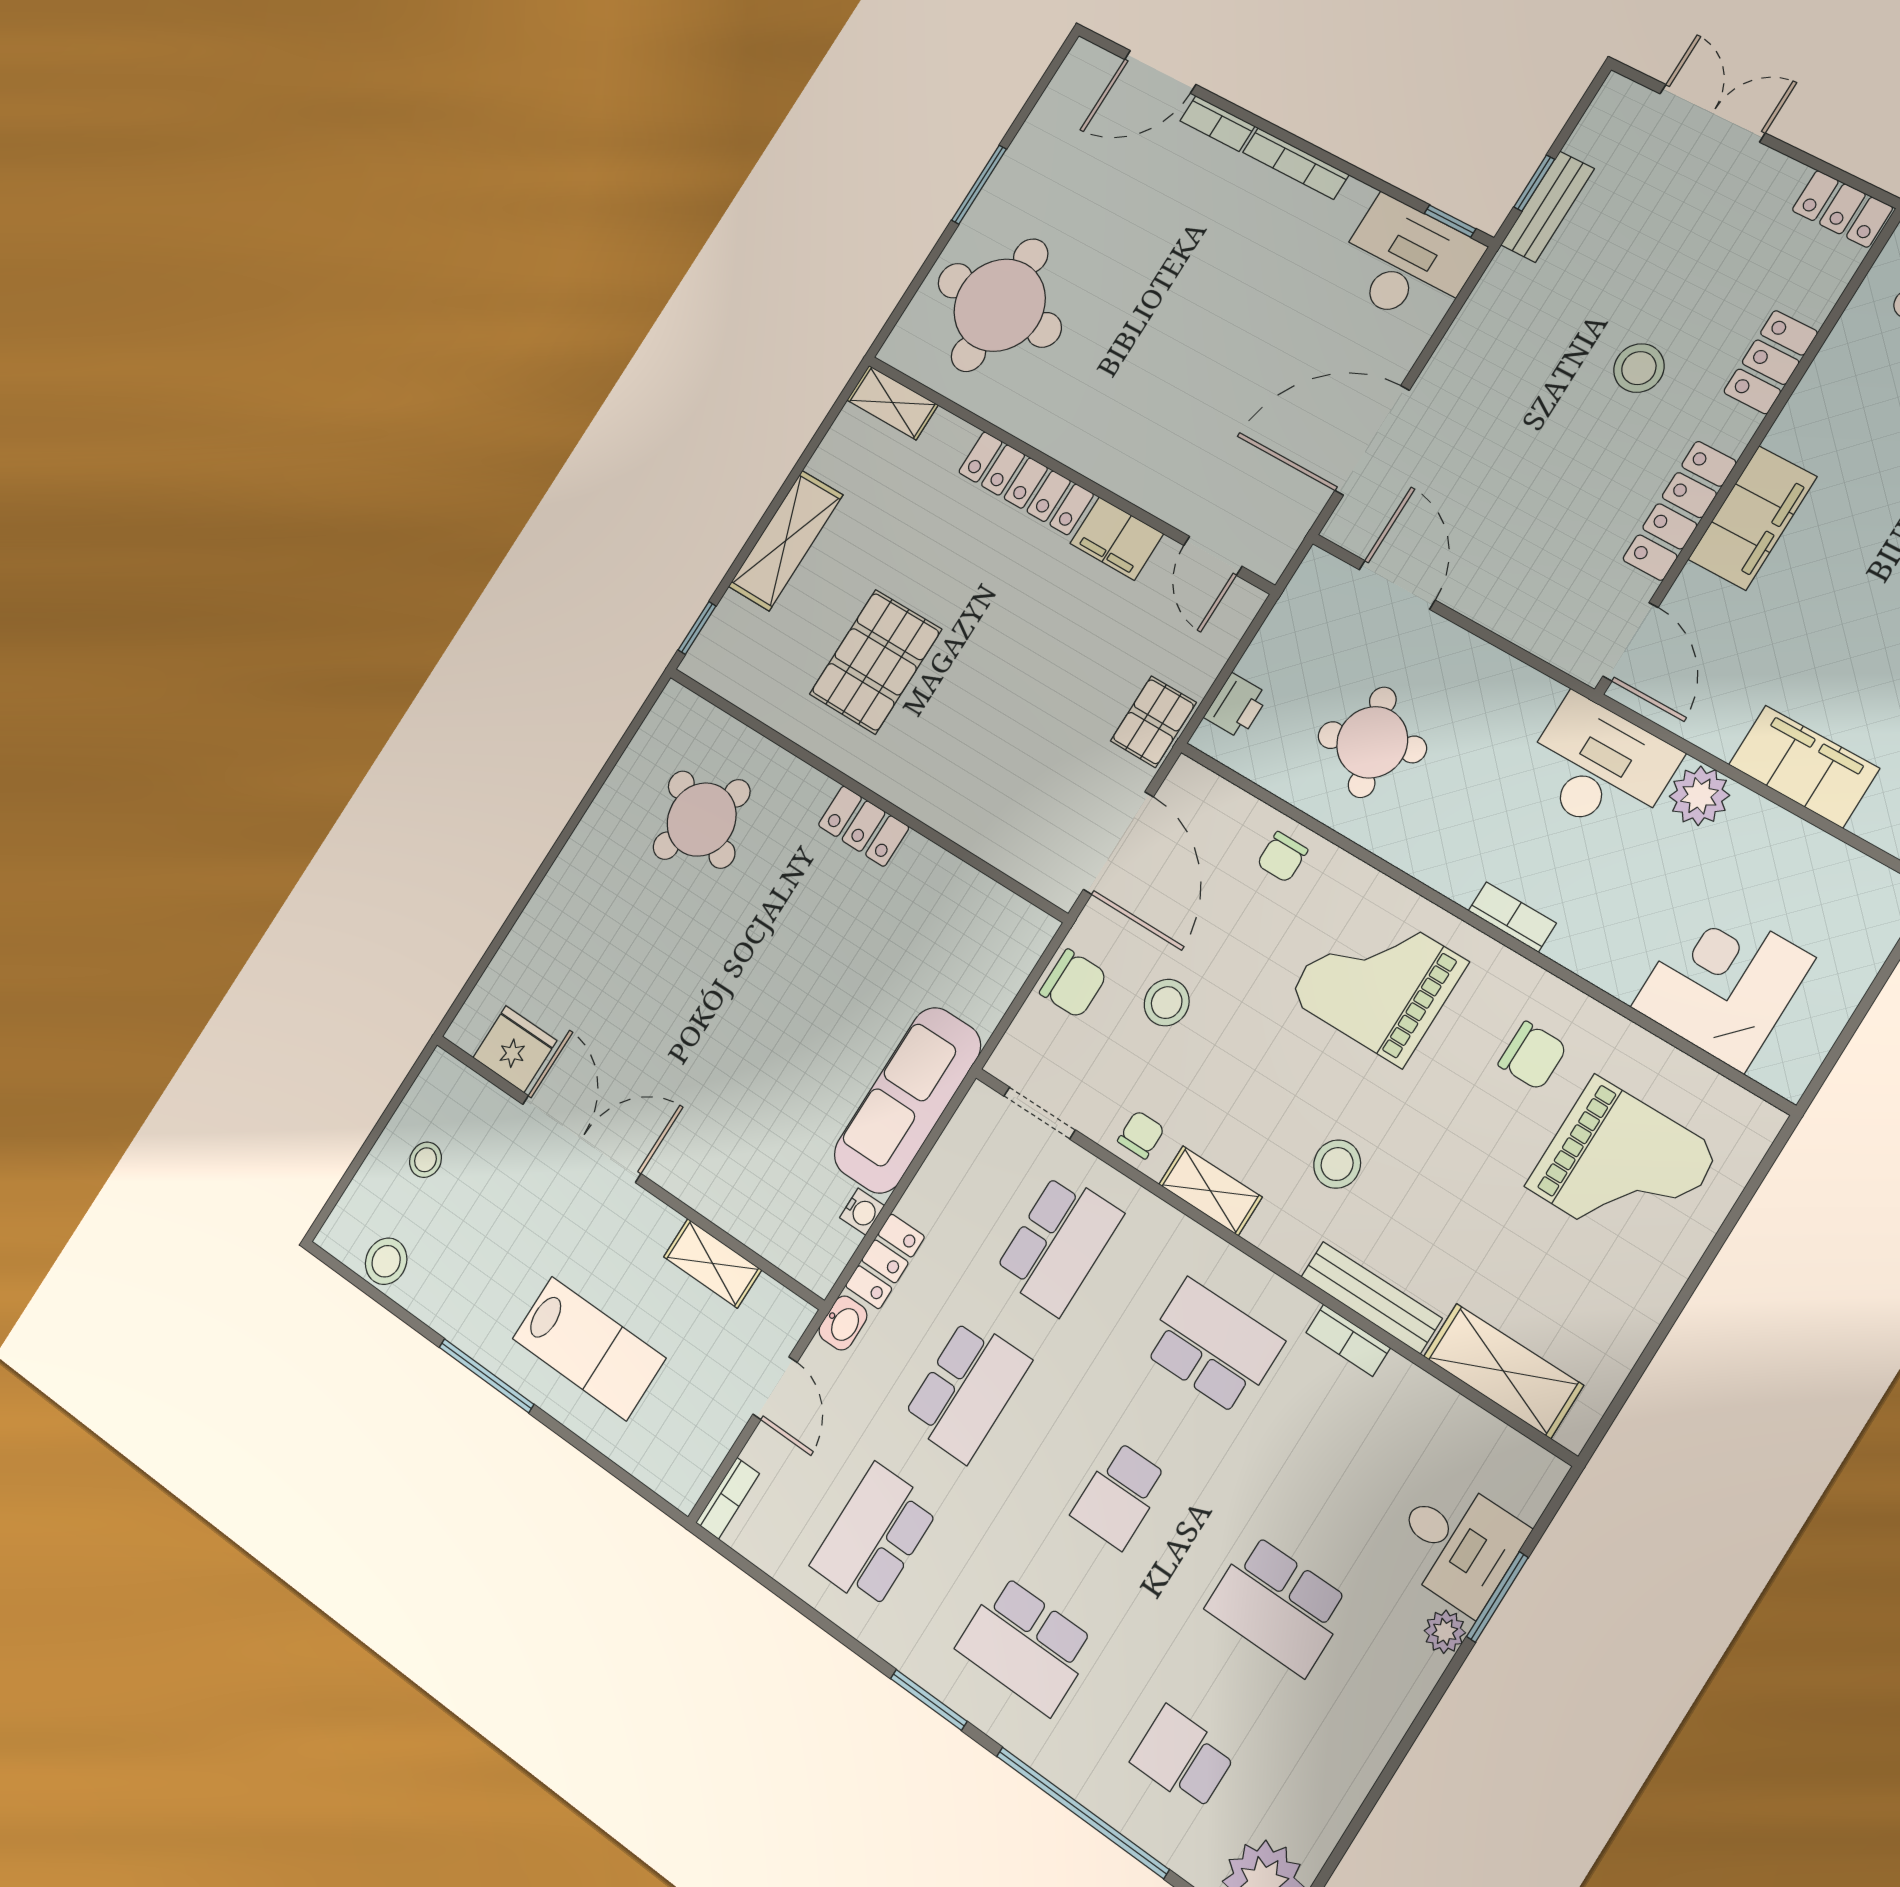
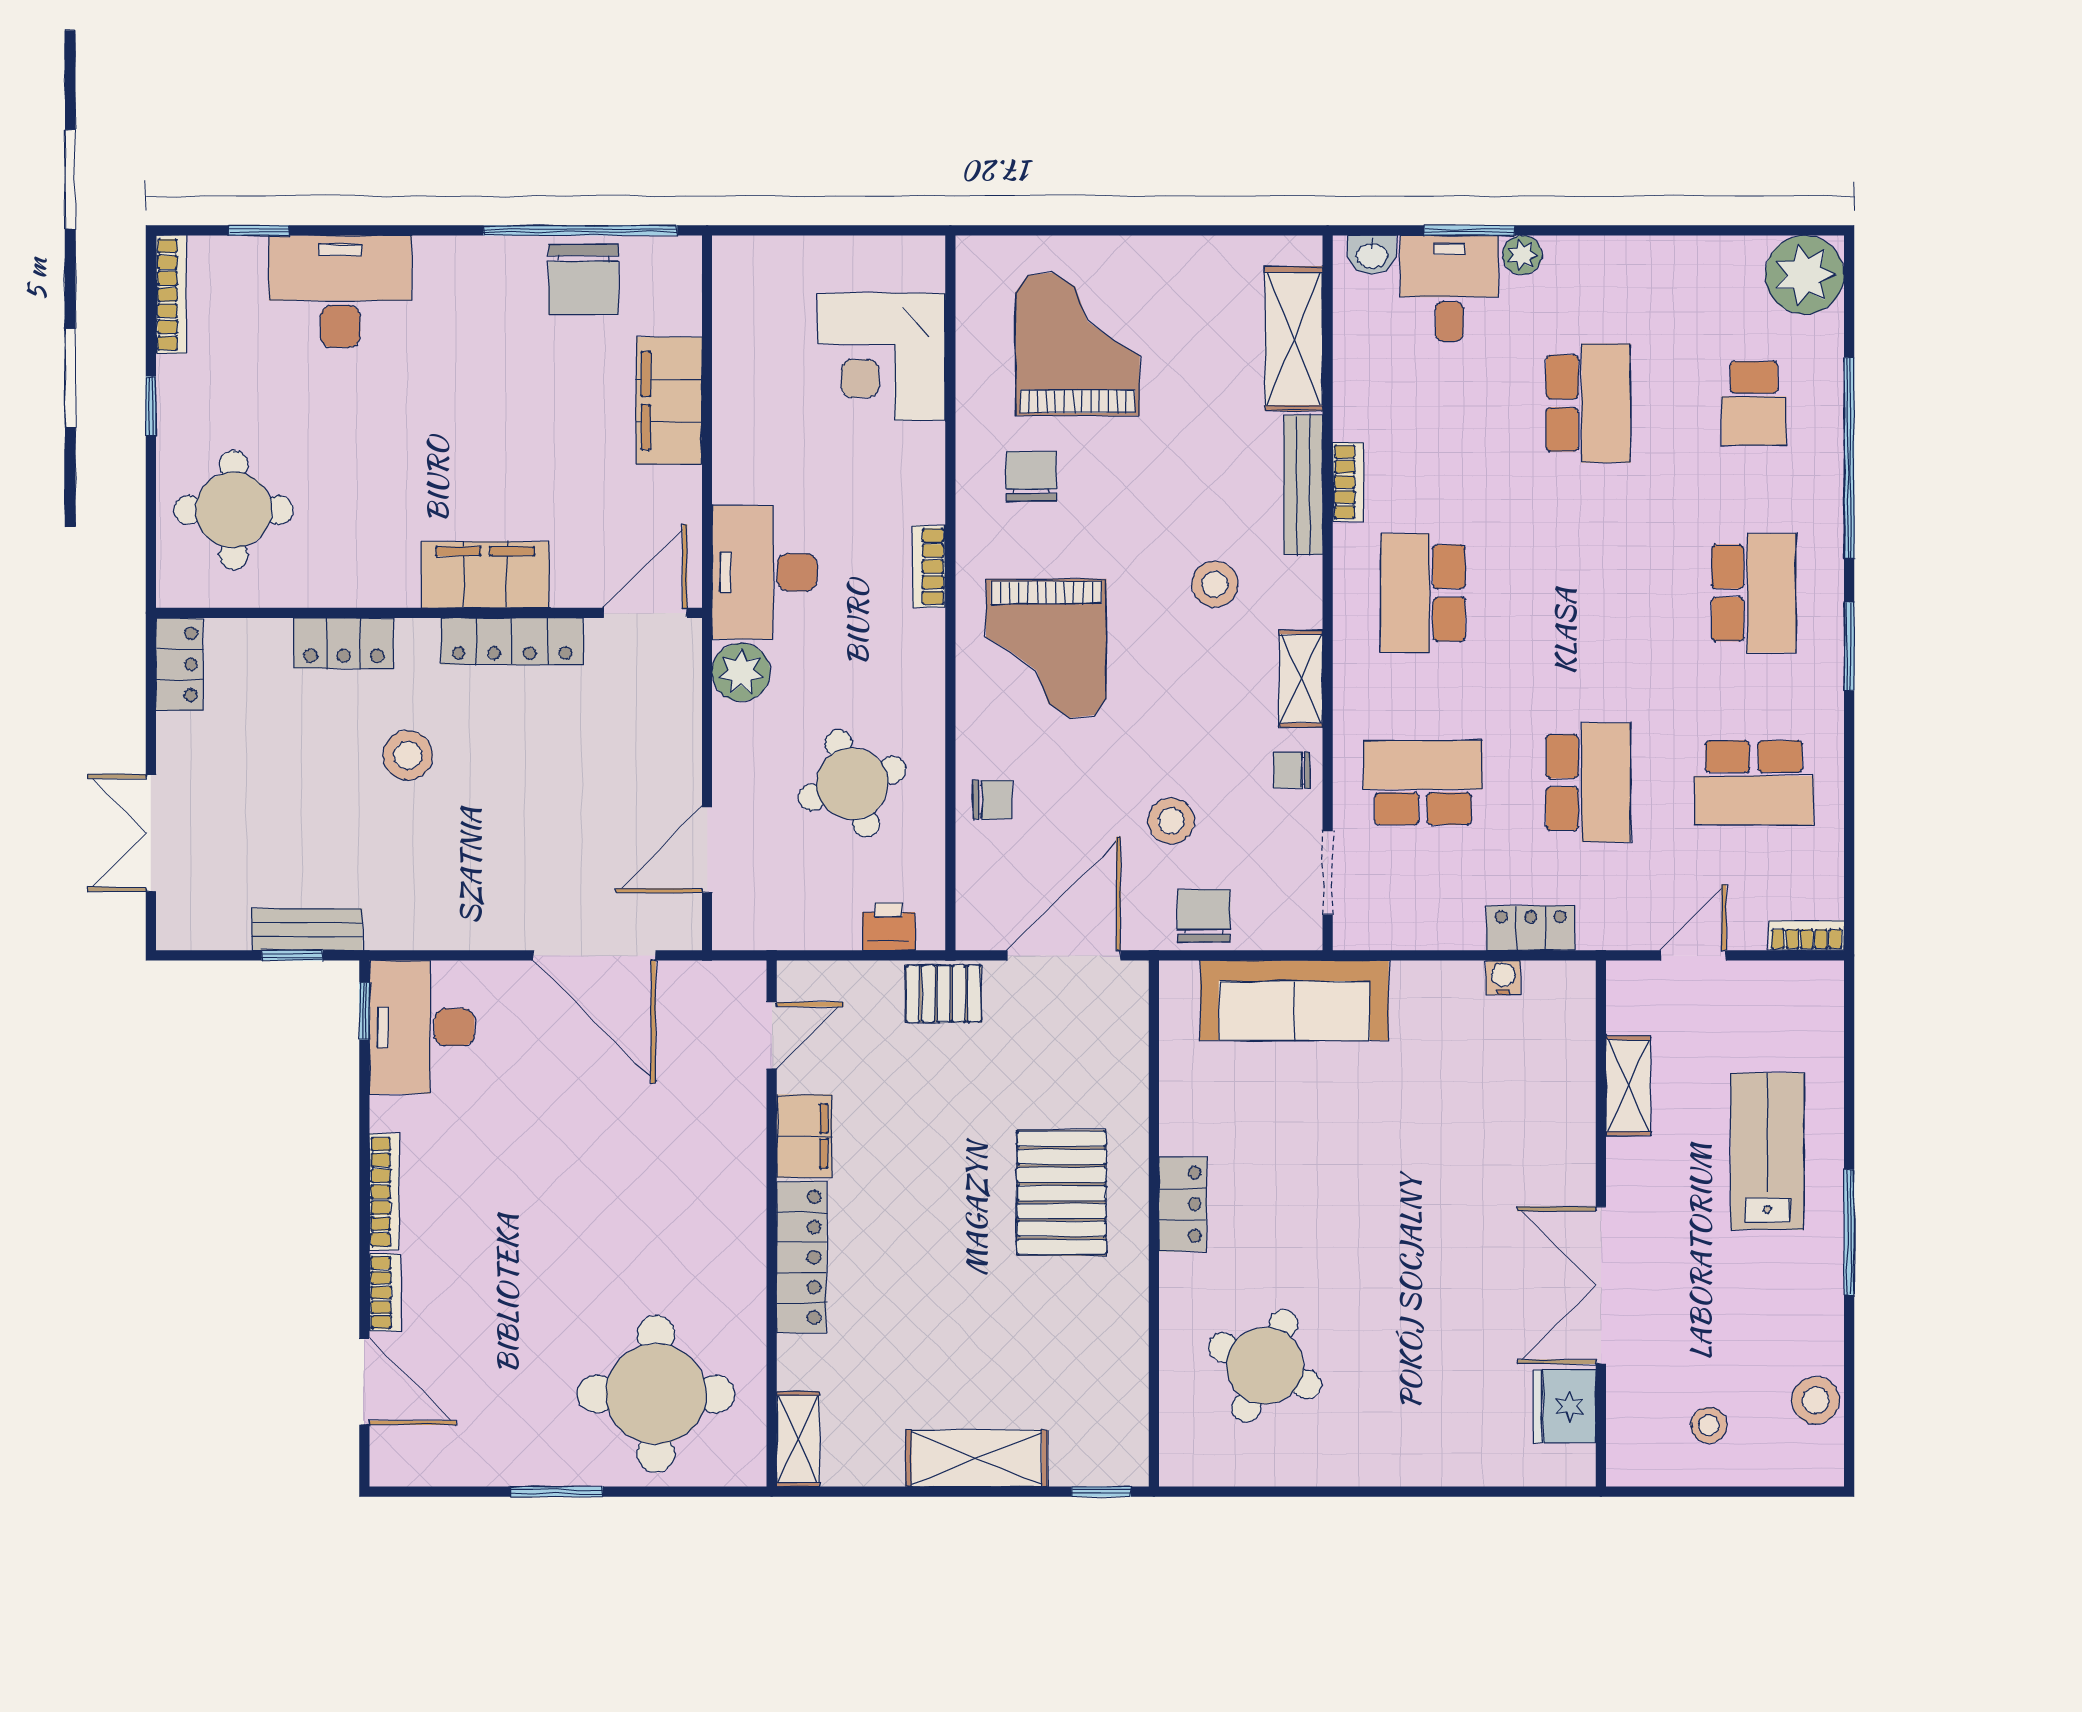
pallet: (876, 662) -> (1062, 1193), moved, turned 90
plant: (1699, 796) -> (741, 672), moved
sofa: (907, 1100) -> (1294, 1000), moved
washbasin: (843, 1323) -> (1372, 255), moved, turned 180
school desk: (967, 1390) -> (1588, 783), turned 90
school desk: (1119, 1495) -> (1588, 593), removed

